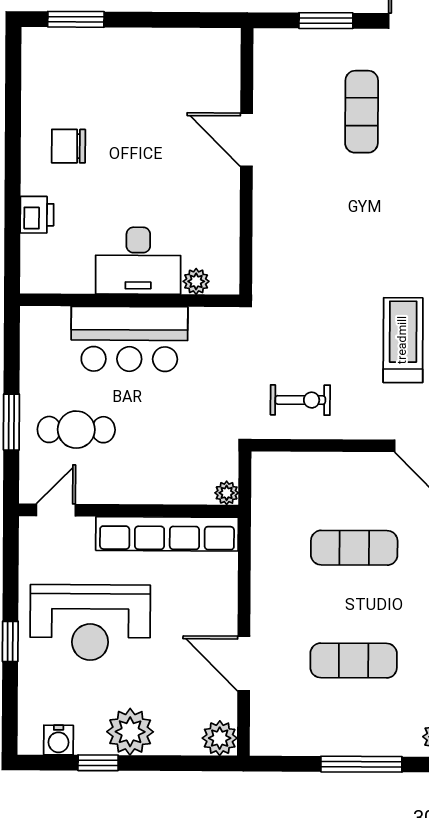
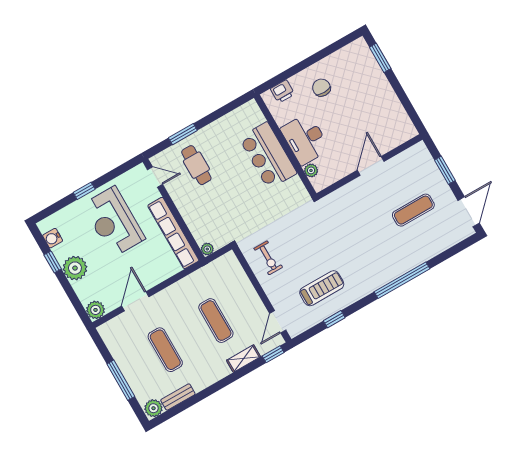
desk: (138, 261) -> (305, 139), moved
plant: (196, 281) -> (311, 170), moved
wall: (130, 300) -> (285, 146), moved
bar counter: (129, 339) -> (268, 156), moved

